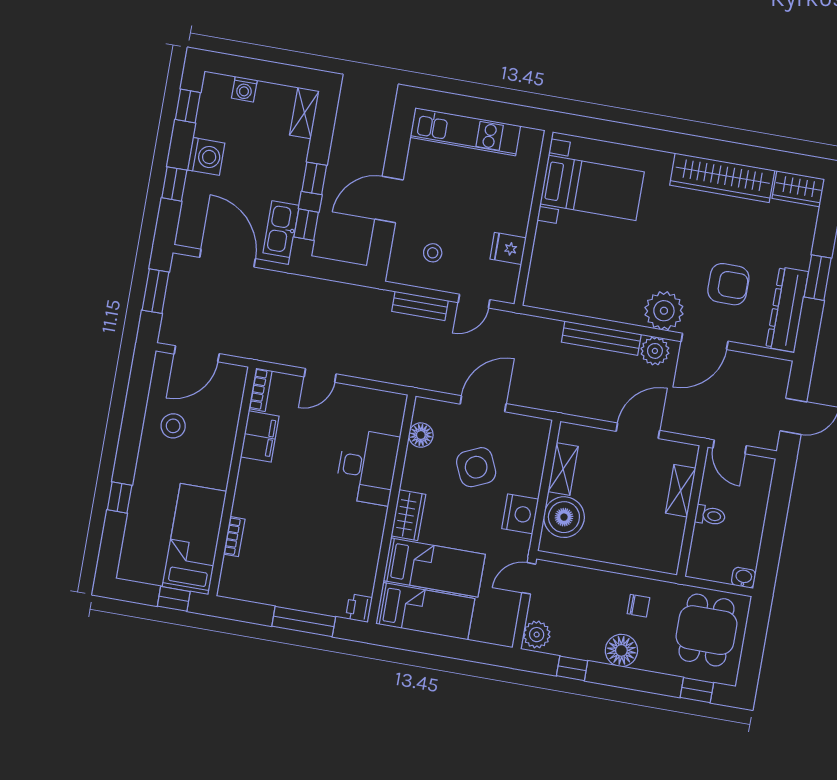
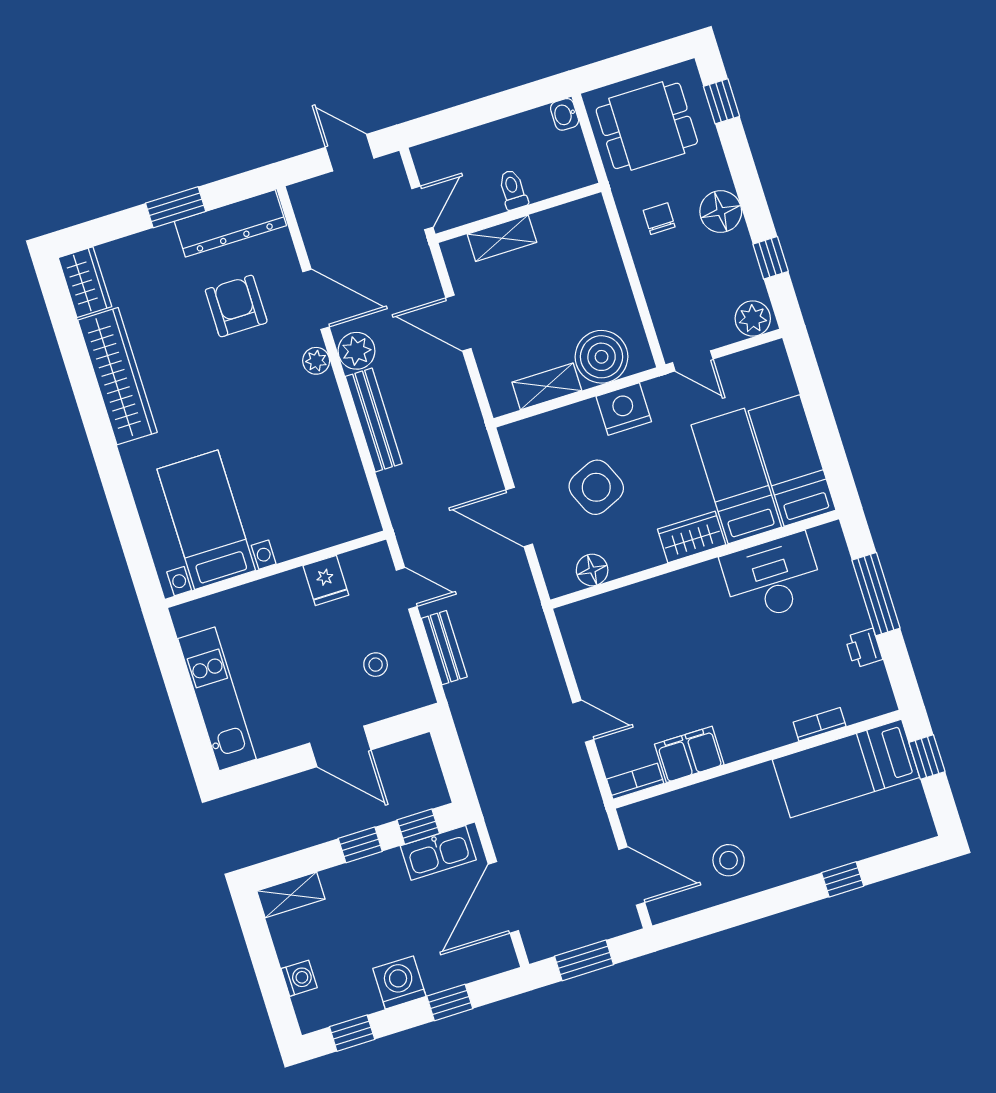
plant: (664, 311) -> (316, 361), width x0.53, depth x0.53
desk: (367, 467) -> (772, 578), moved
printer: (359, 608) -> (864, 648), moved, turned 90

